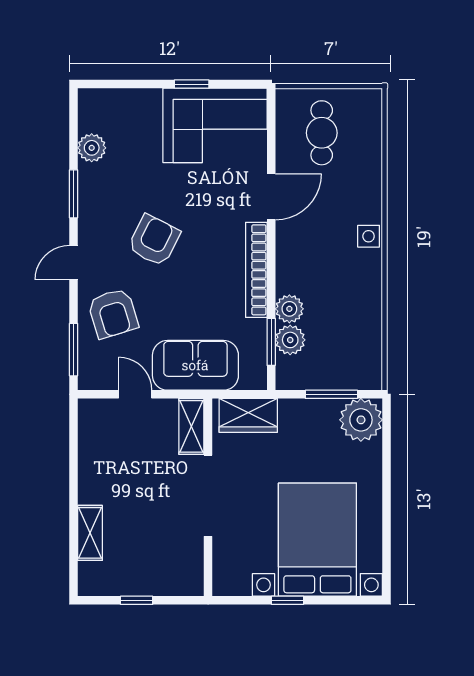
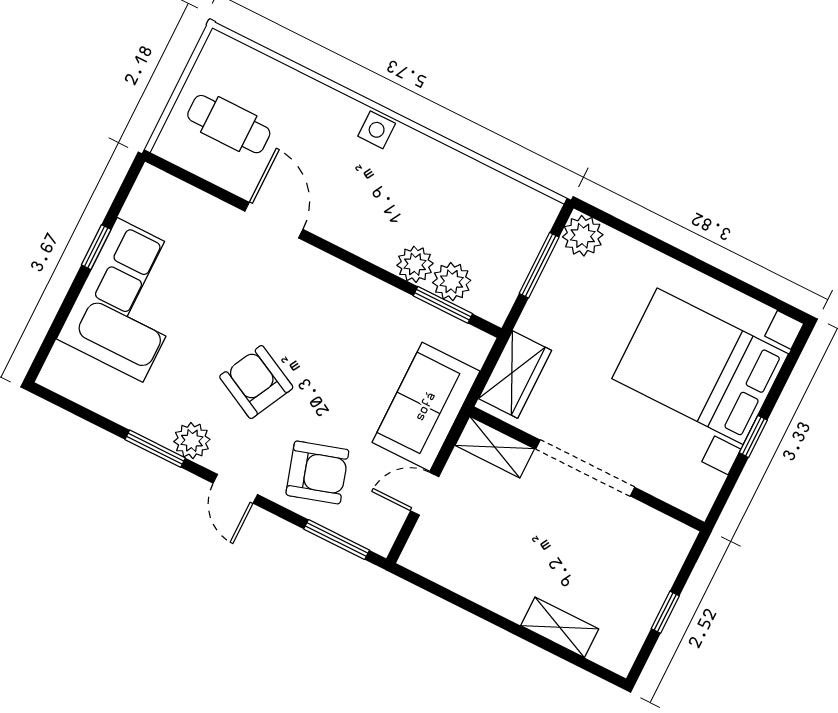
corner sofa: (215, 125) -> (130, 300), moved
plant: (92, 148) -> (192, 441), moved
bookcase: (256, 270) -> (350, 280), removed
plant: (361, 420) -> (583, 236), width x0.73, depth x0.73

